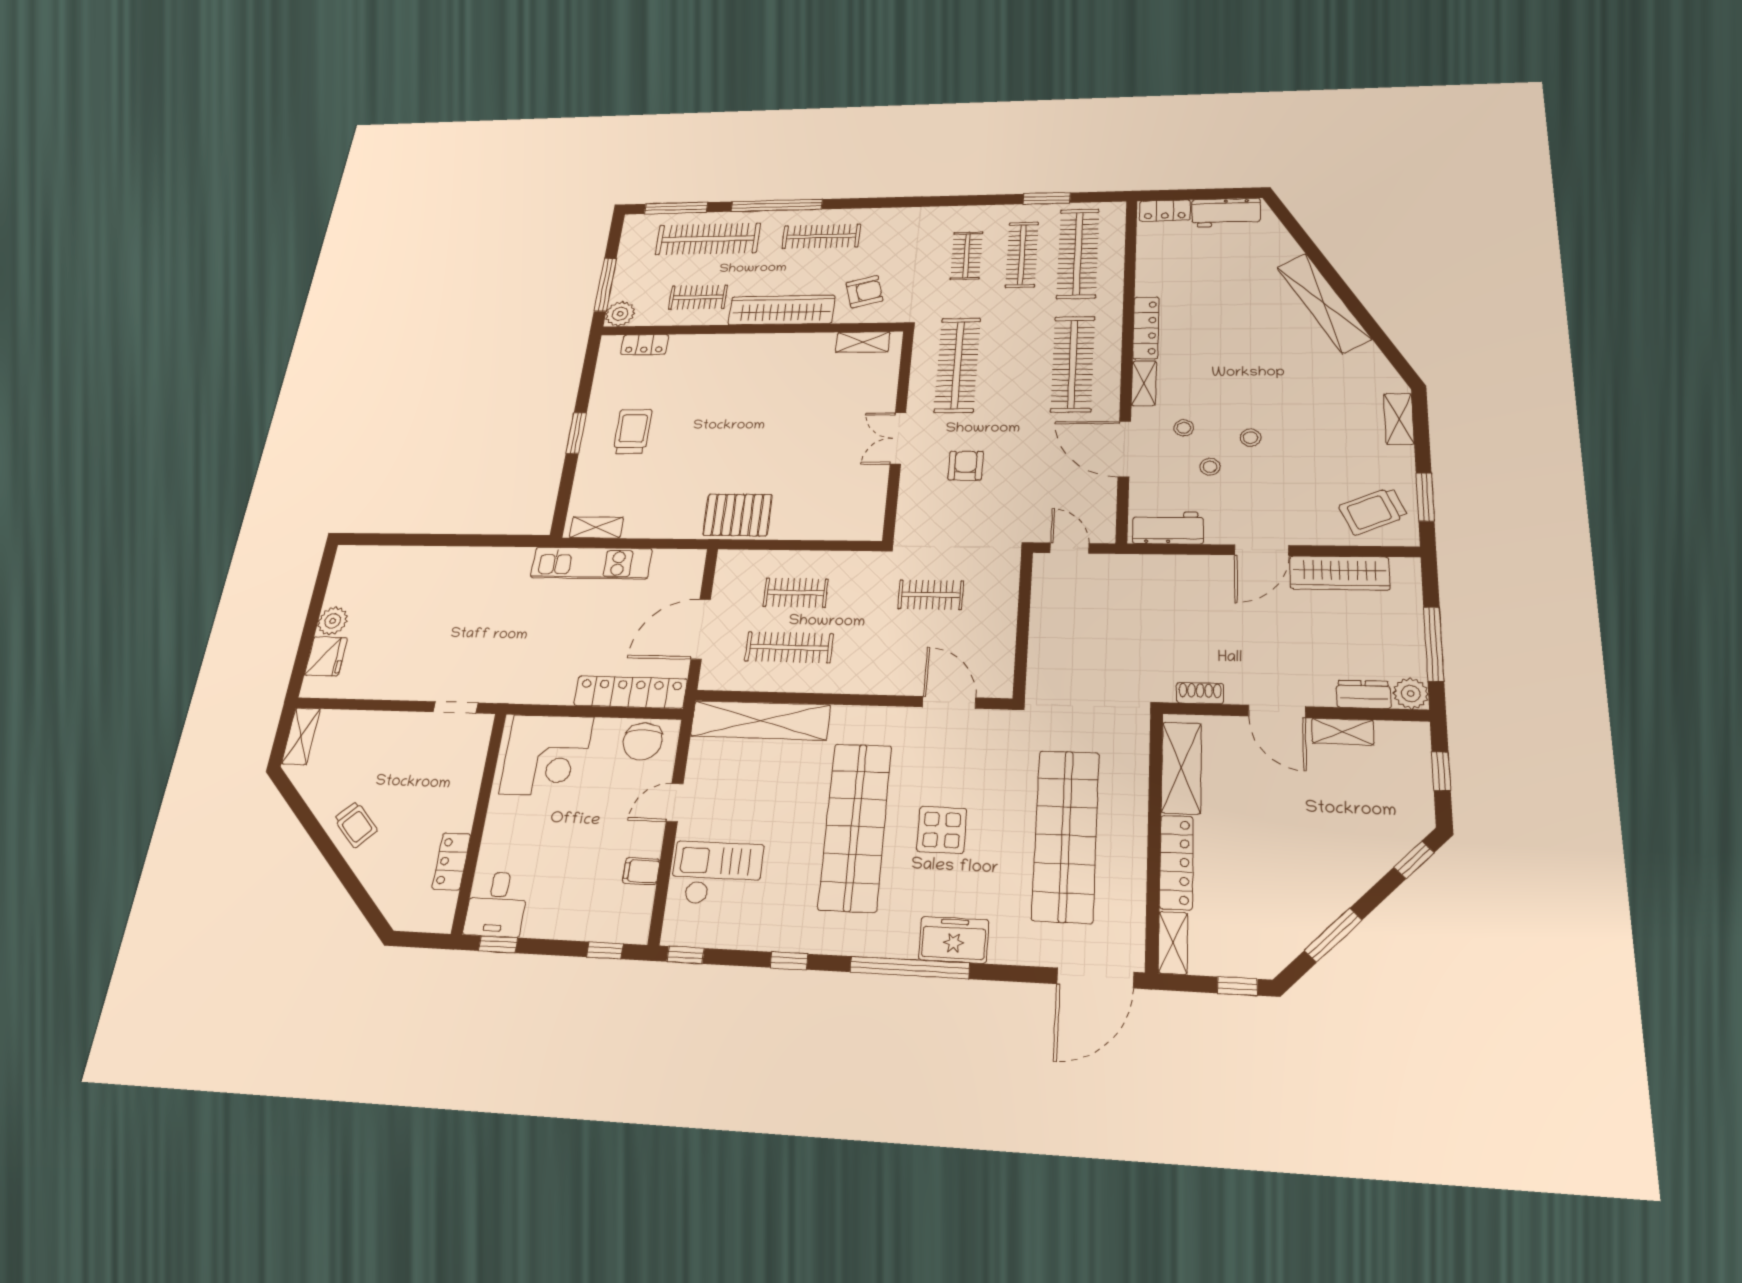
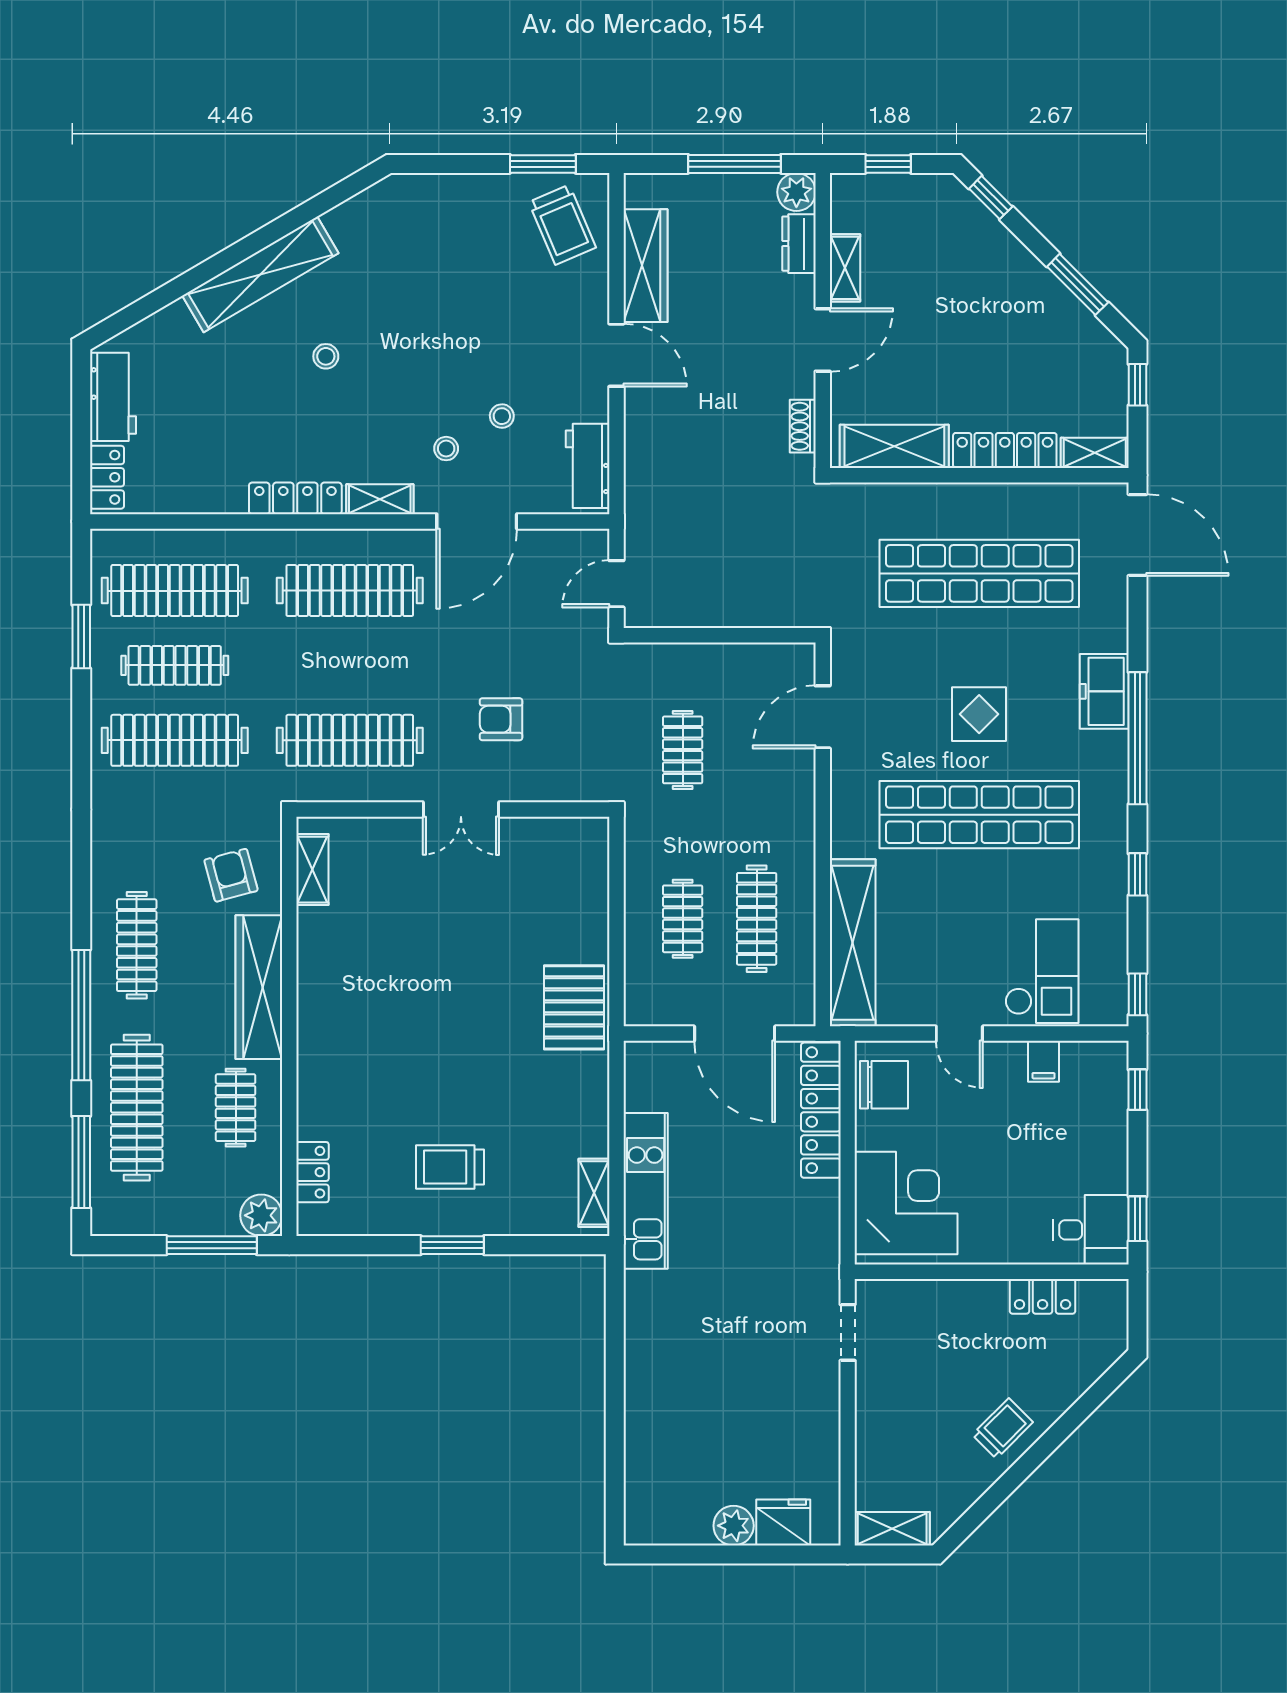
clothes rail: (966, 256) -> (175, 740), width x1.86, depth x1.31
shelving: (1399, 419) -> (434, 189), removed
stool: (1251, 438) -> (326, 356), moved
checkout: (717, 873) -> (1042, 971), turned 180

